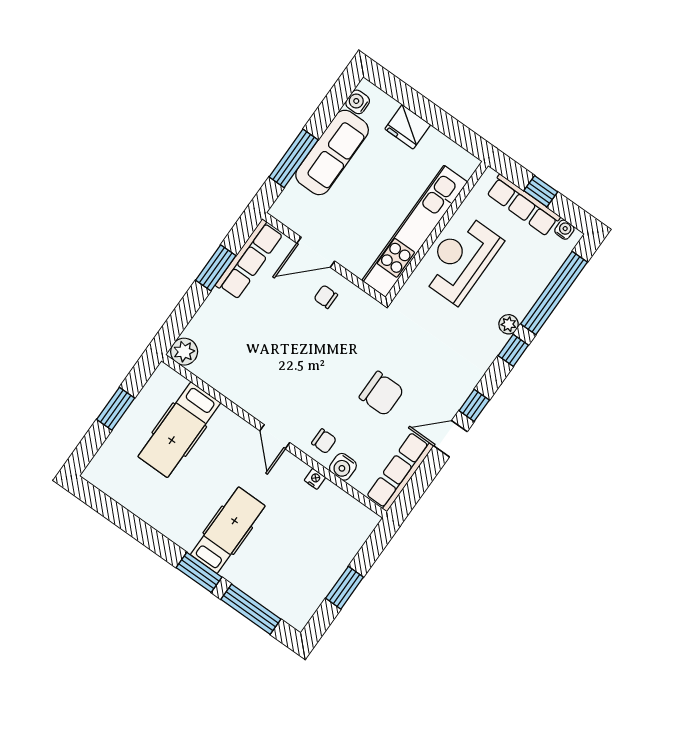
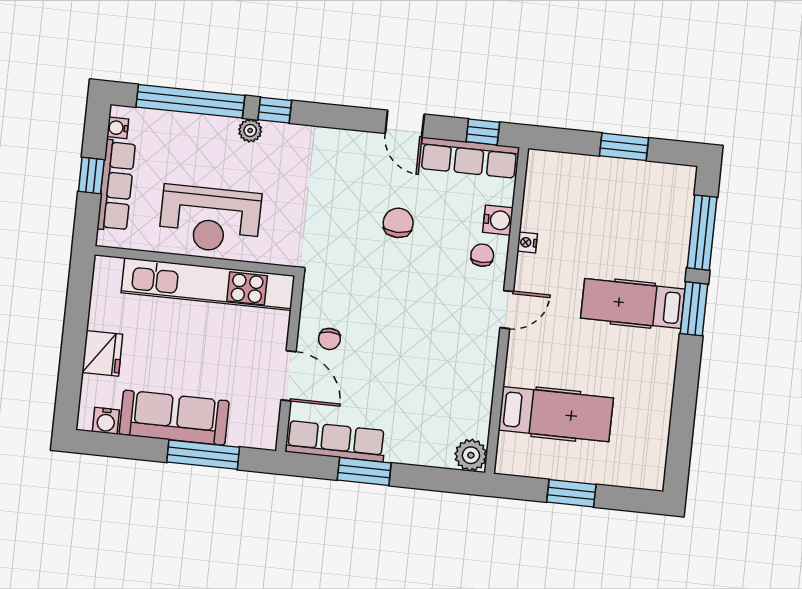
chair: (382, 394) -> (398, 223), width x0.73, depth x0.73
window: (474, 405) -> (483, 132), moved

